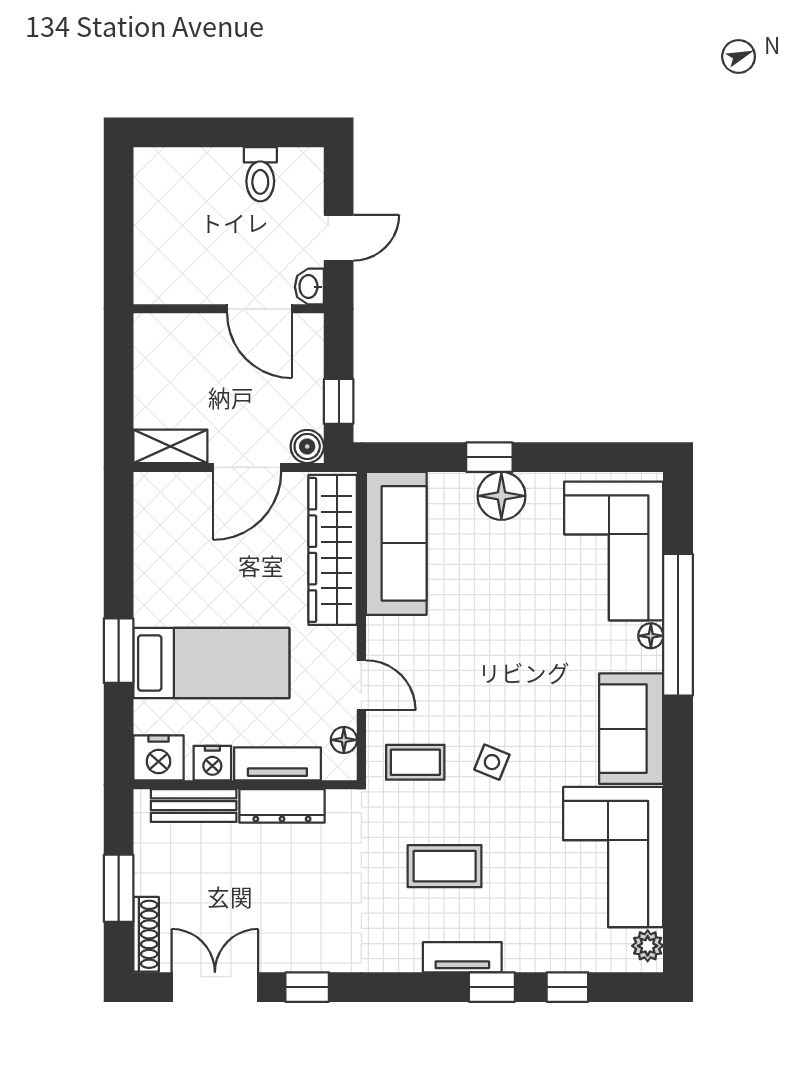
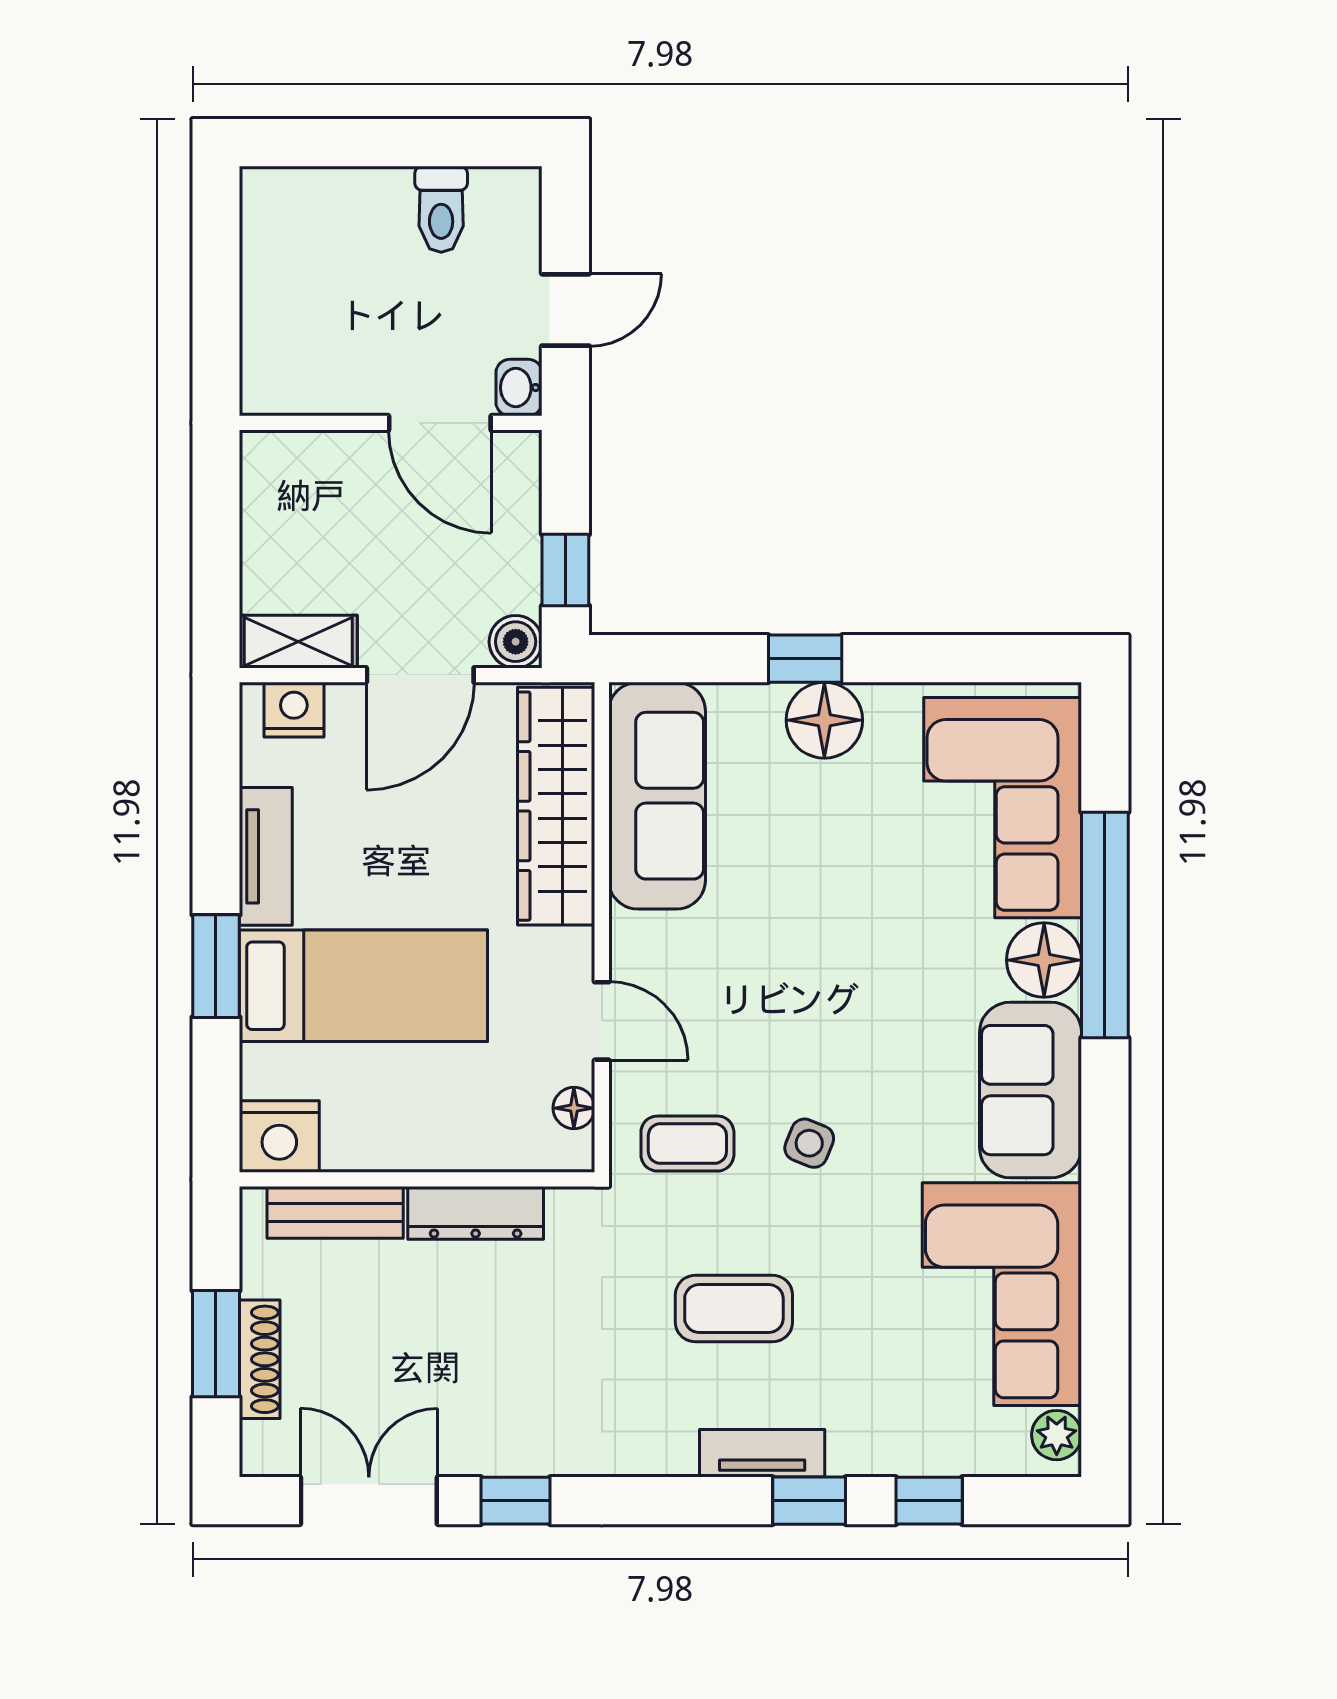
floor lamp: (651, 636) -> (1044, 960), width x1.89, depth x1.89
nightstand: (212, 763) -> (294, 710), moved, turned 180
tv unit: (277, 764) -> (266, 856), moved, turned 90
shoe rack: (146, 934) -> (260, 1359), moved

